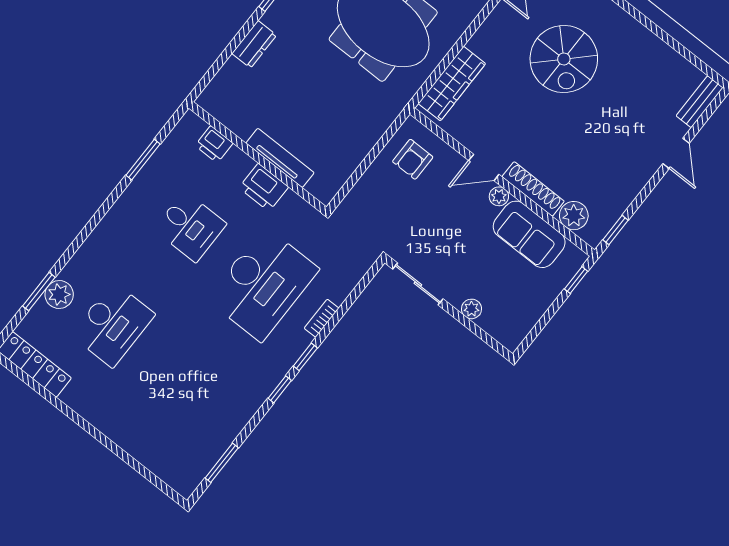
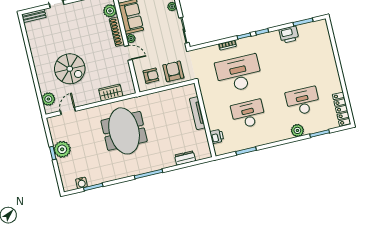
dresser: (254, 44) -> (185, 158), moved
spiral stairs: (564, 59) -> (70, 69), turned 90
wardrobe: (452, 84) -> (111, 93), width x0.67
printer: (264, 187) -> (289, 35), moved, turned 90
armchair: (380, 198) -> (173, 71), added
desk: (190, 227) -> (248, 114), width x1.37
plant: (59, 295) -> (297, 130), moved

